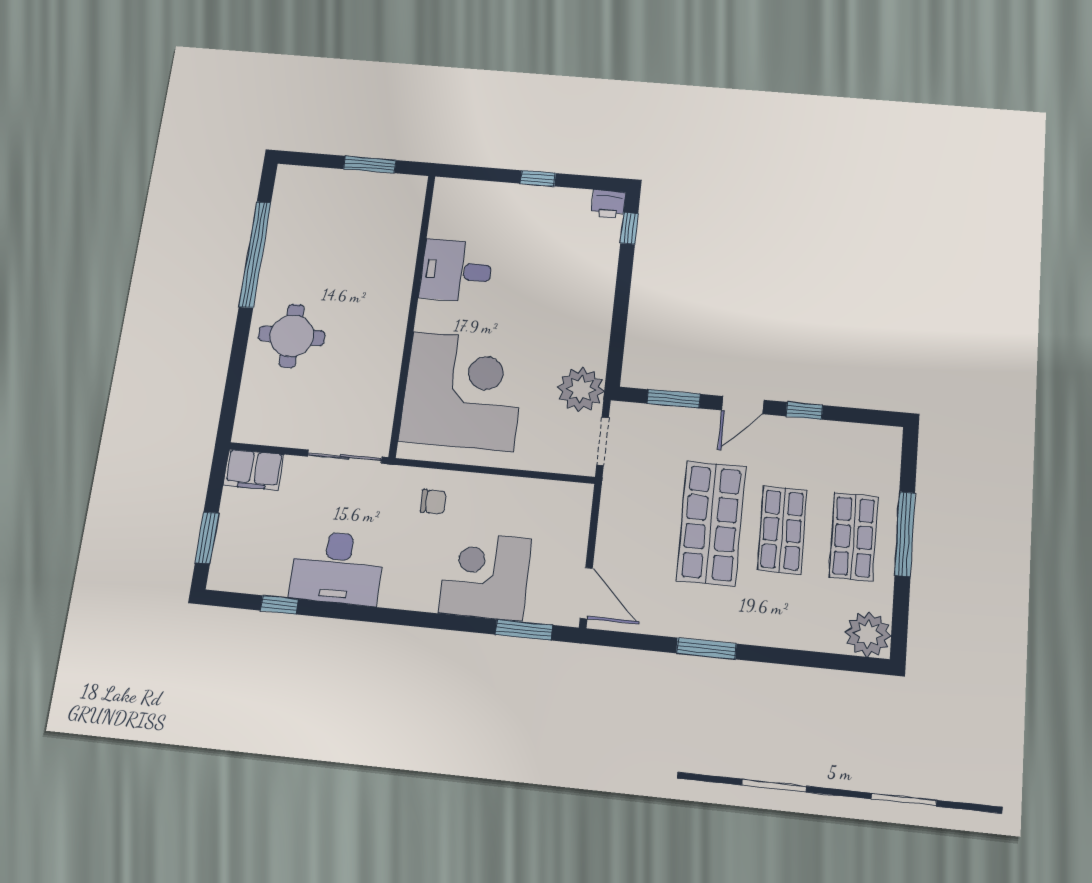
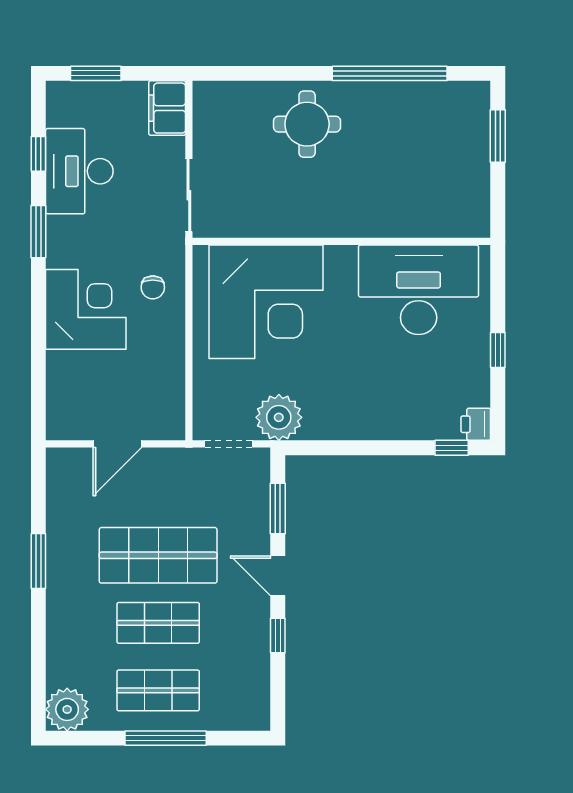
window: (370, 165) -> (498, 136), moved
desk: (456, 271) -> (419, 290), width x1.87, depth x1.30
desk: (337, 568) -> (79, 171), moved
corner desk: (485, 576) -> (86, 309), moved
door: (586, 593) -> (117, 444), moved
window: (524, 630) -> (38, 232), moved

